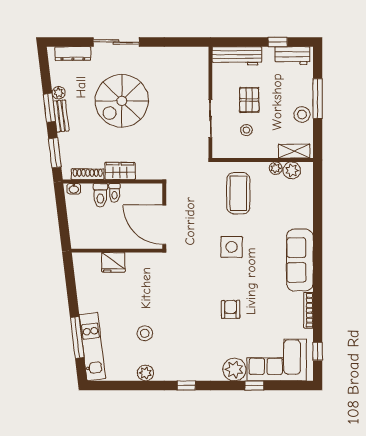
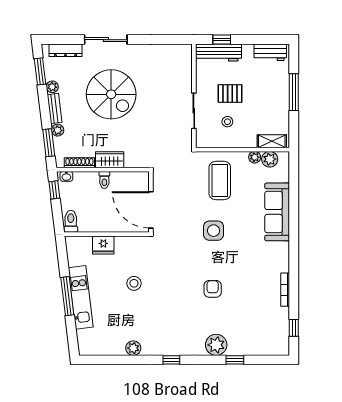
window: (278, 42) -> (222, 40), moved
pallet: (249, 100) -> (230, 94), turned 90
spiral stairs: (122, 101) -> (111, 94), turned -90
window: (49, 108) -> (40, 71), moved
stool: (302, 114) -> (279, 107), removed
plant: (64, 139) -> (58, 130), added
toilet: (100, 195) -> (71, 221), moved, turned 180
window: (61, 203) -> (54, 190), added
sofa: (300, 260) -> (277, 212), moved
stool: (145, 333) -> (134, 283), moved
window: (77, 337) -> (67, 296), moved
kitchen unit: (92, 346) -> (81, 297), moved
corner sofa: (277, 360) -> (256, 336), removed

